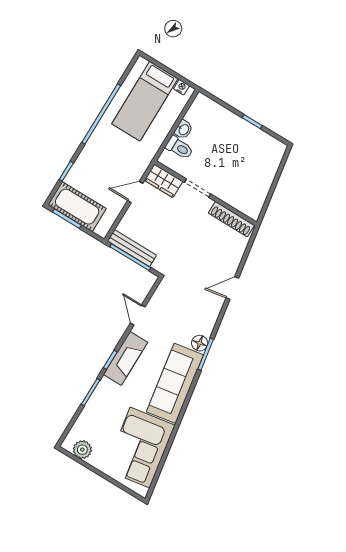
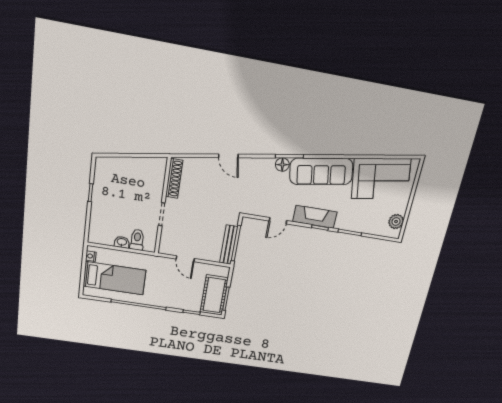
wardrobe: (164, 181) -> (168, 242), removed

